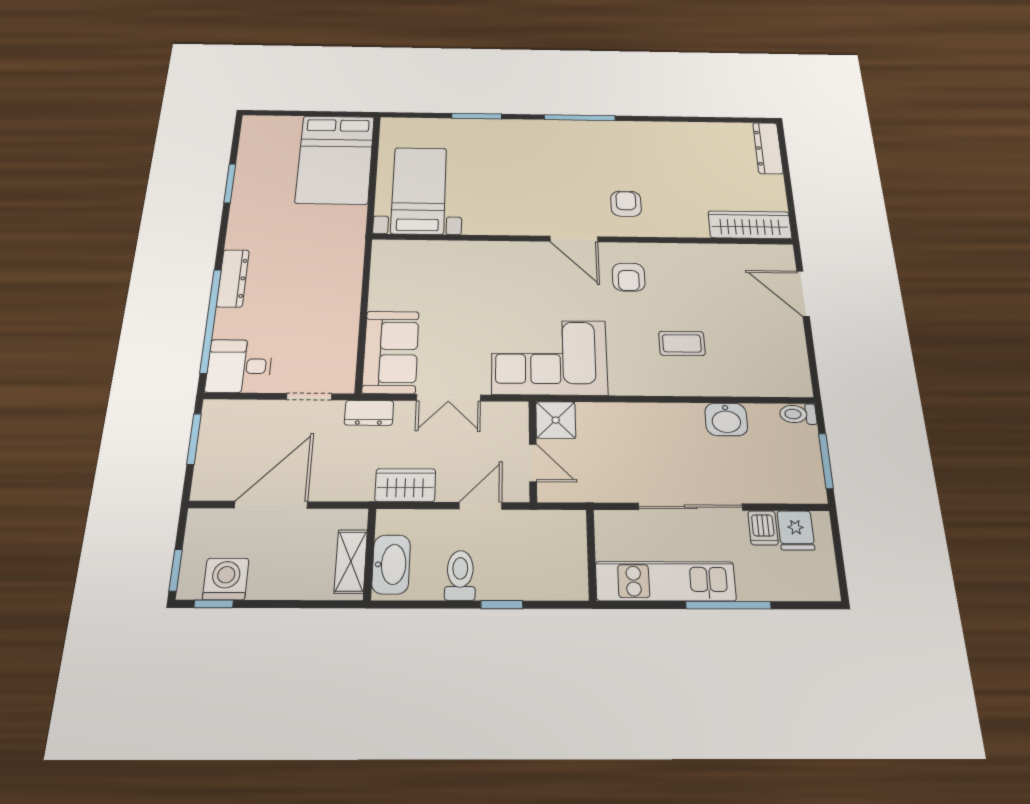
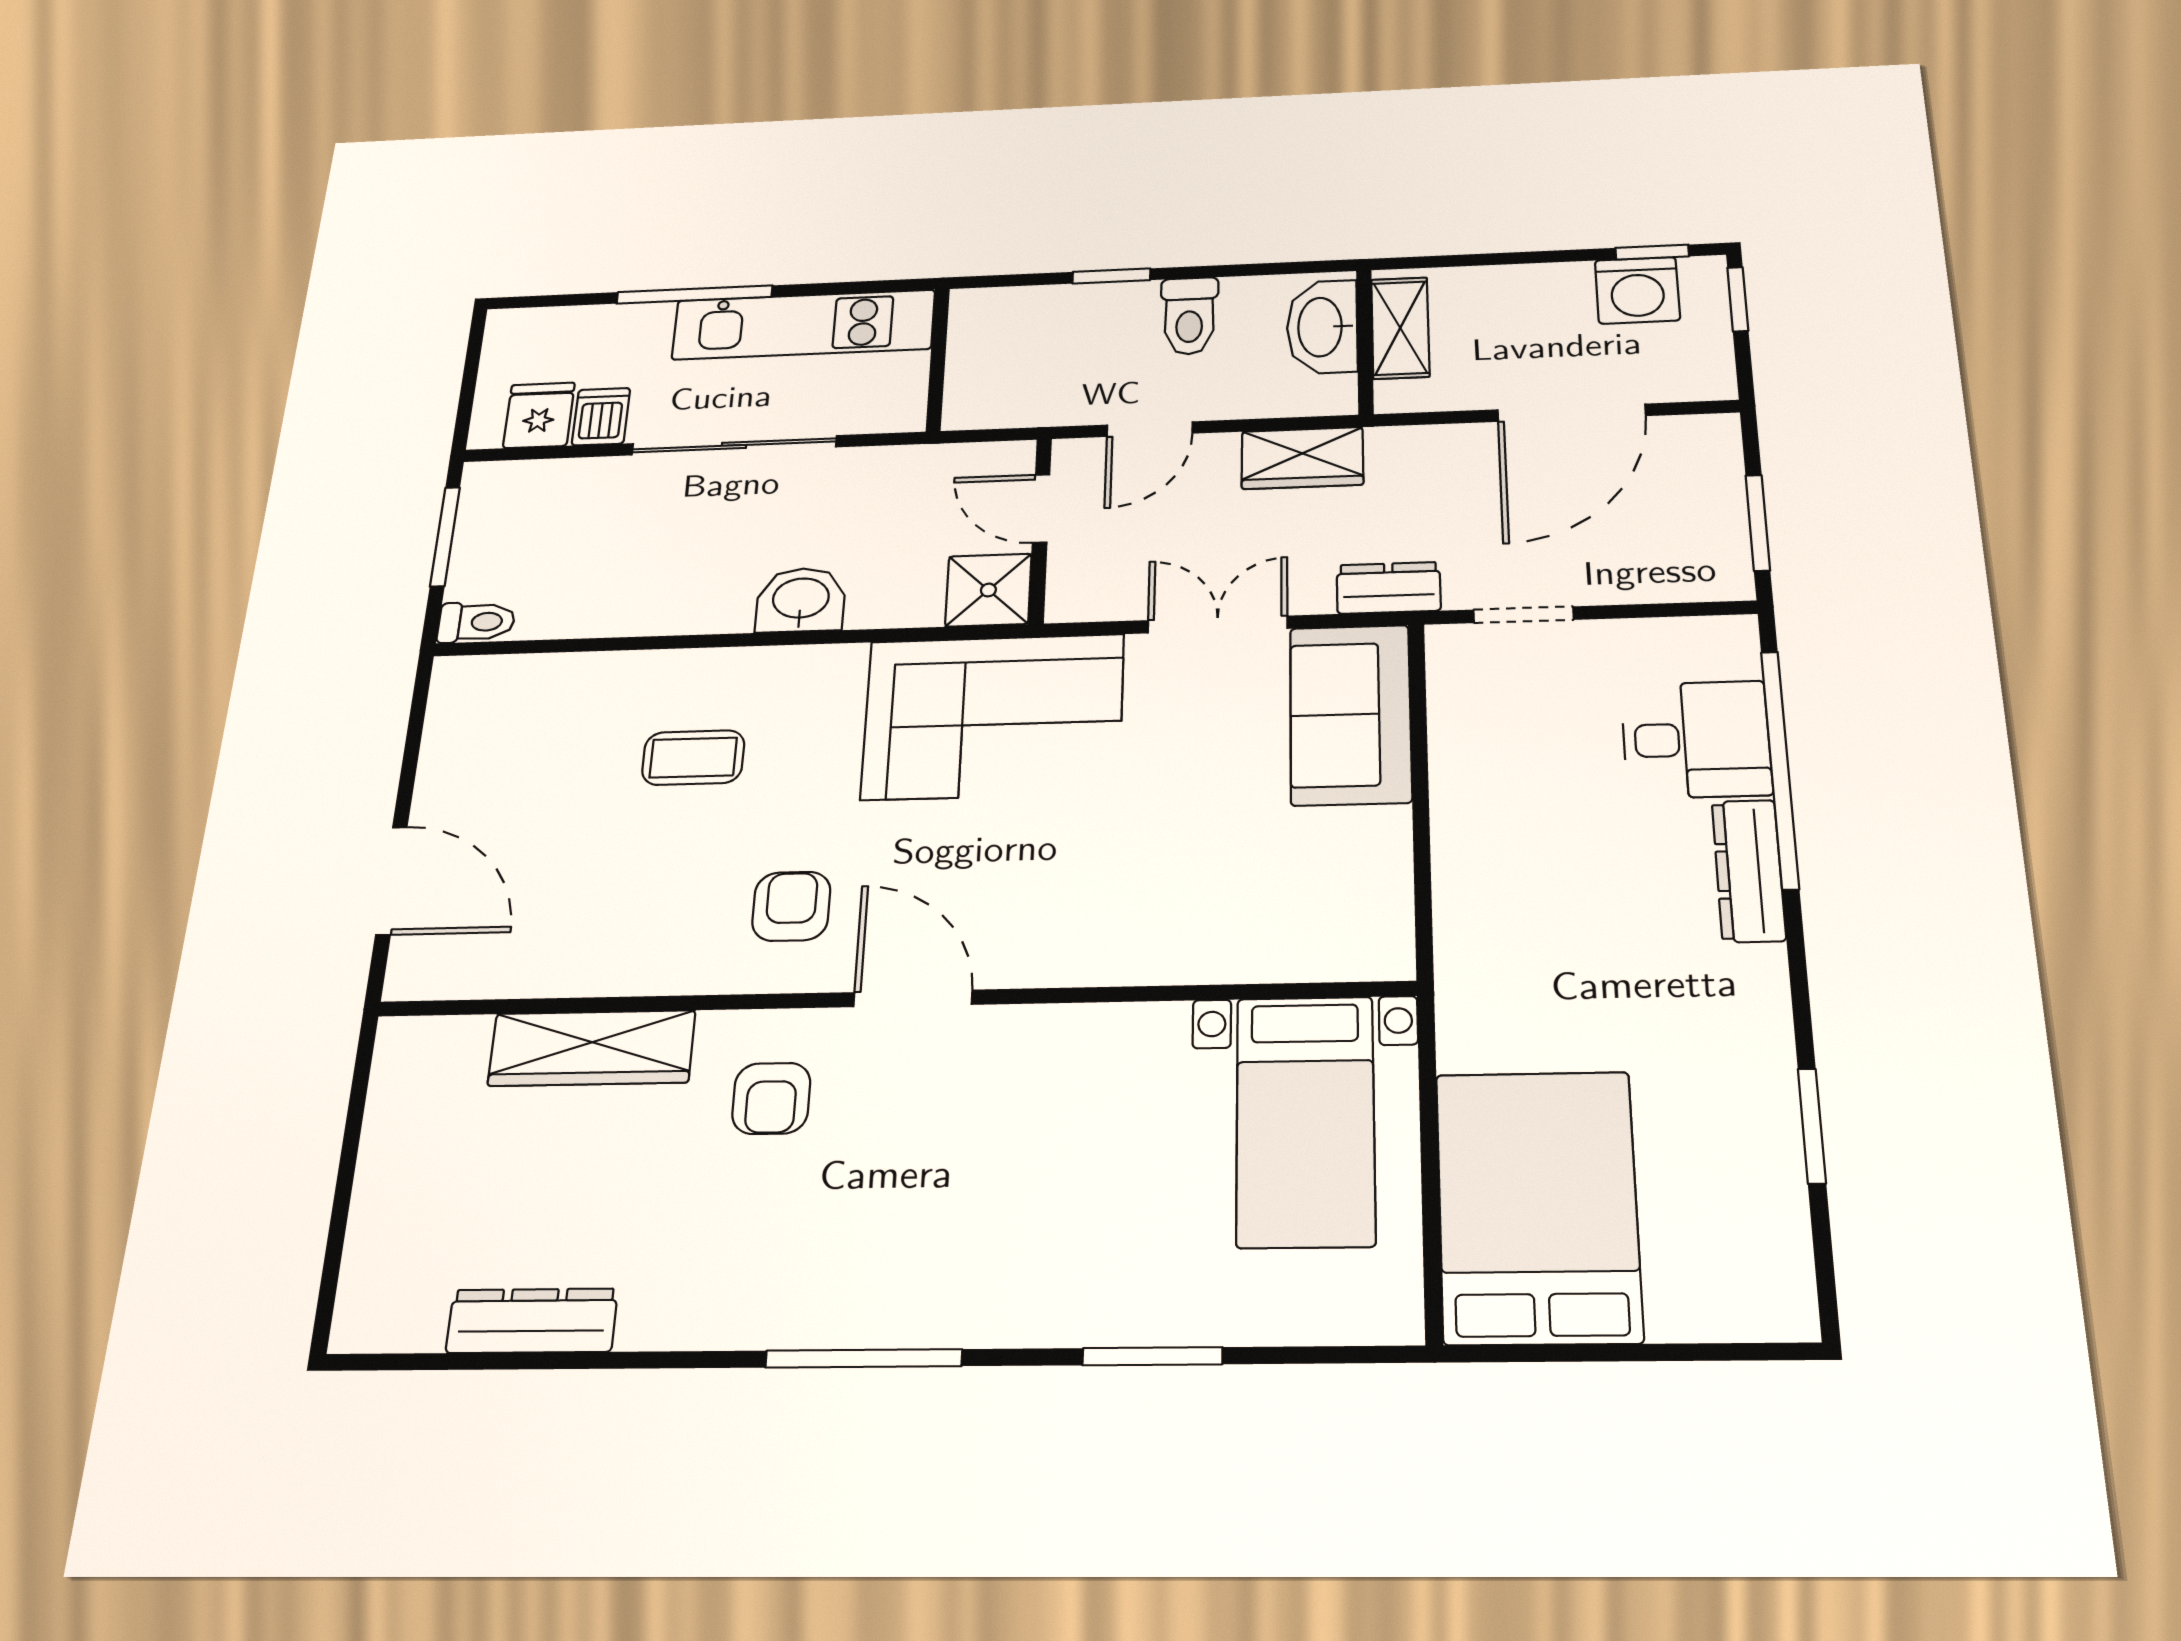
dresser: (768, 148) -> (532, 1321), moved, turned -90
wardrobe: (750, 225) -> (592, 1048), moved
desk: (239, 366) -> (1696, 739), moved
washbasin: (726, 419) -> (801, 600), moved

